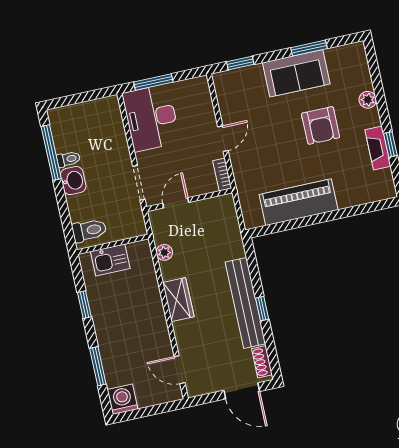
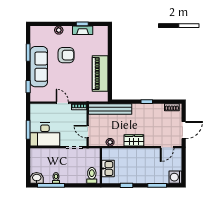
sofa: (296, 73) -> (39, 67), width x1.36
washbasin: (73, 181) -> (37, 178), moved
bench: (245, 303) -> (110, 109), moved
door: (242, 391) -> (184, 130), moved

